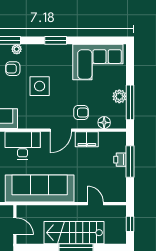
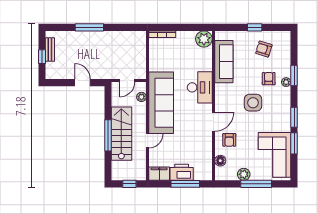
window: (85, 40) -> (294, 143), added
window: (130, 102) -> (256, 184), moved
door: (61, 130) -> (213, 122), swing flipped
filing cabinet: (87, 139) -> (159, 174), moved, turned 90
printer: (120, 160) -> (182, 172), width x1.87, depth x1.48
door: (95, 204) -> (148, 141), moved
plant: (33, 210) -> (141, 97), added

